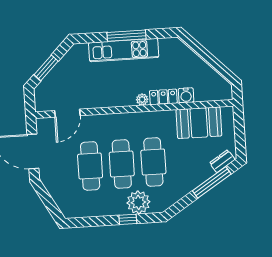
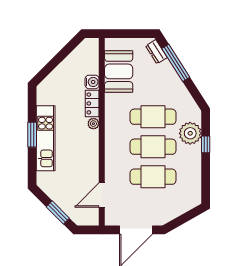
window: (127, 36) -> (32, 135), width x0.69
door: (67, 113) -> (102, 195), swing flipped

